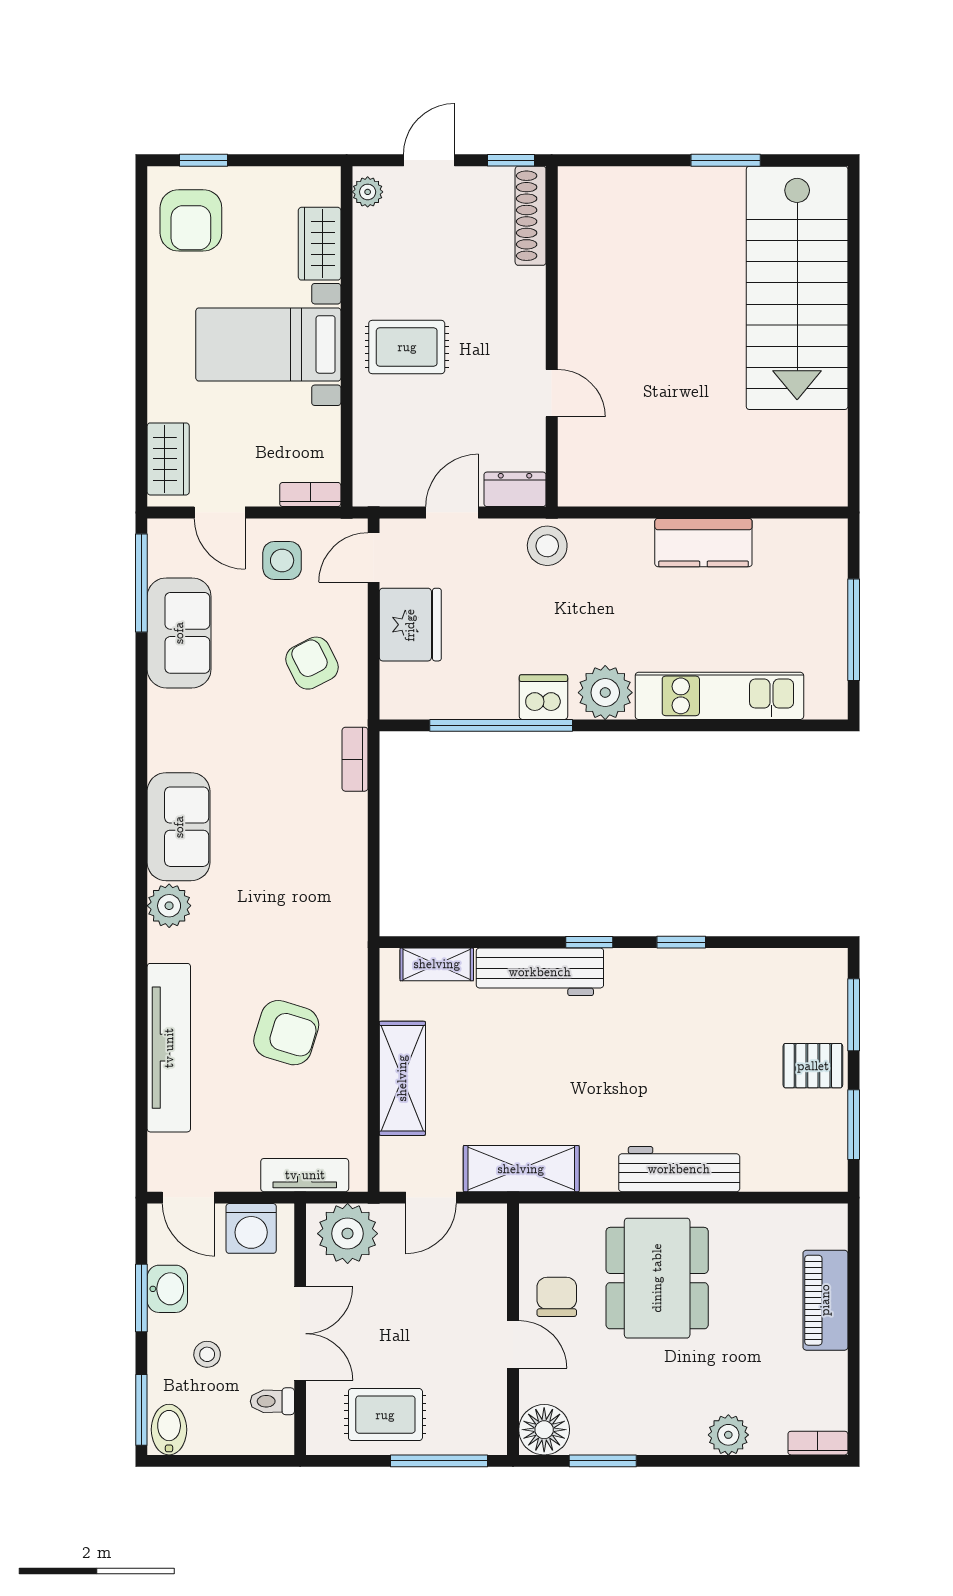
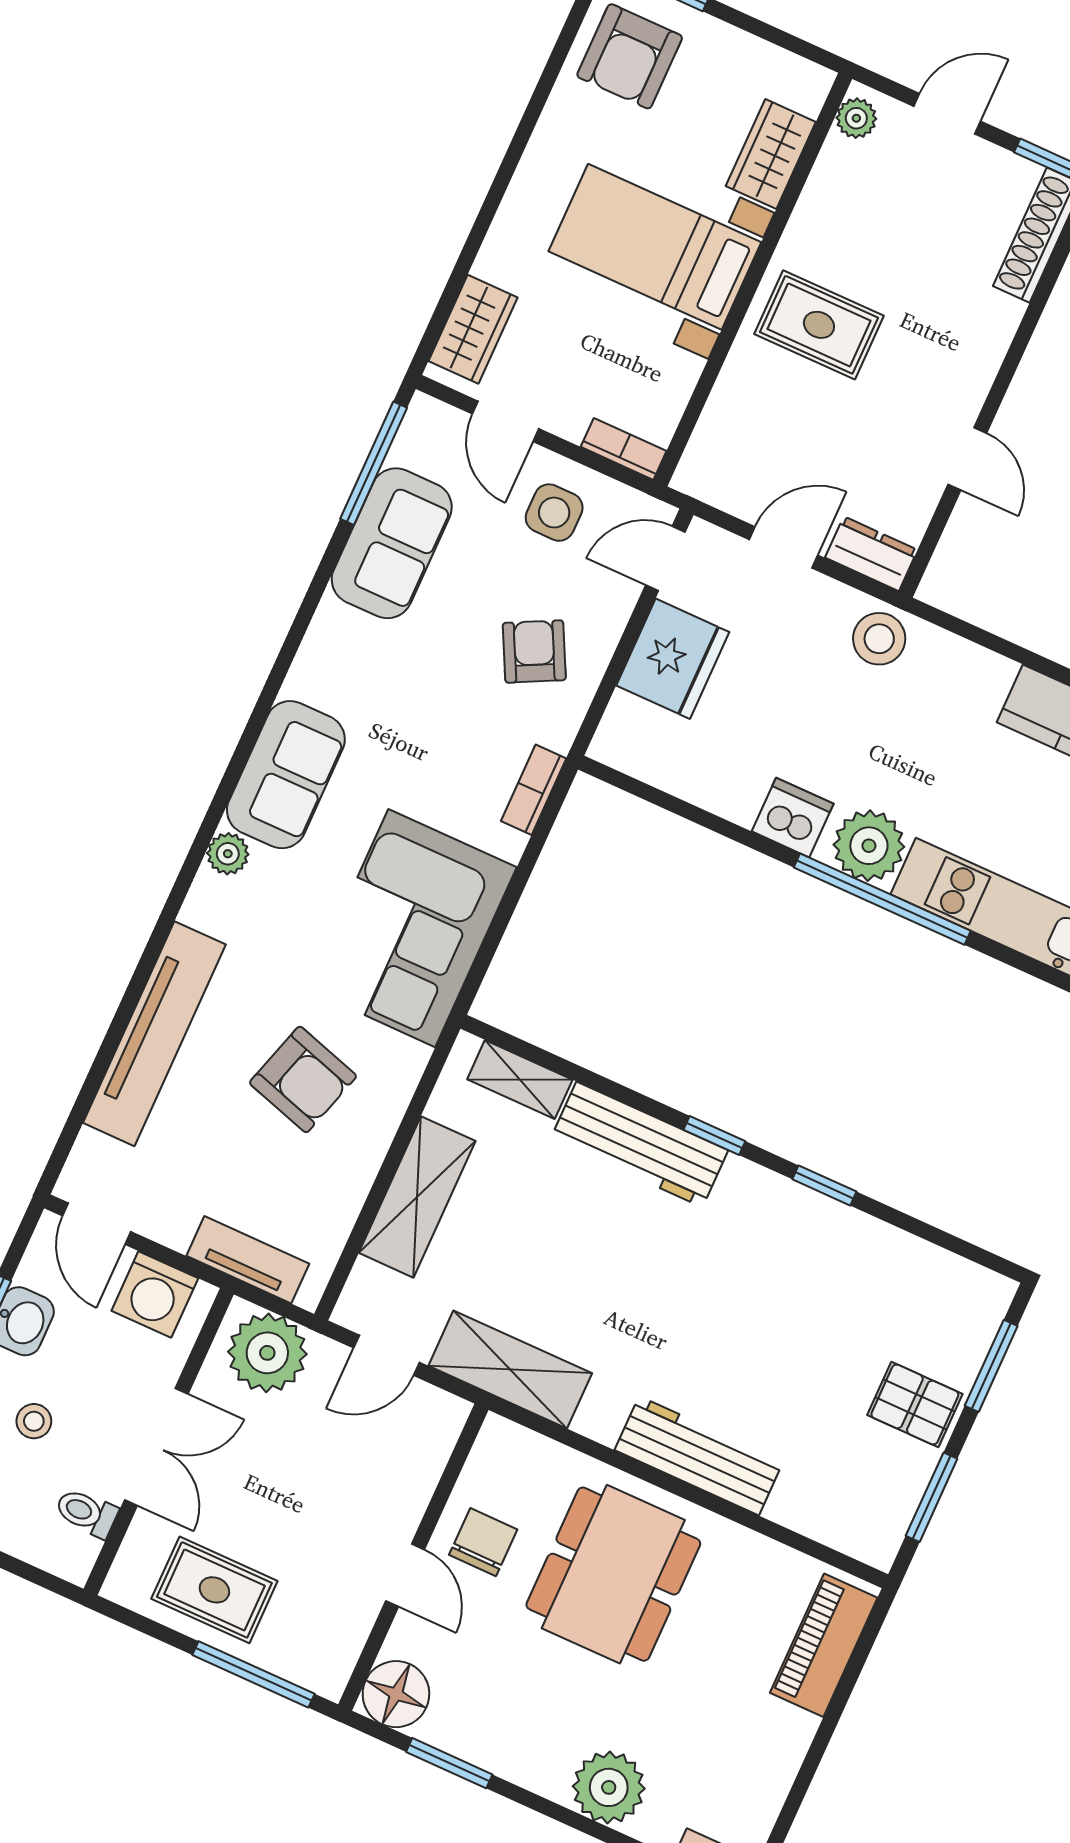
window: (501, 725) -> (882, 899), moved
corner sofa: (314, 893) -> (412, 928), added
plant: (169, 906) -> (228, 854), width x0.73, depth x0.73
piano: (825, 1300) -> (824, 1645), moved
plant: (728, 1435) -> (609, 1787), width x1.36, depth x1.36

